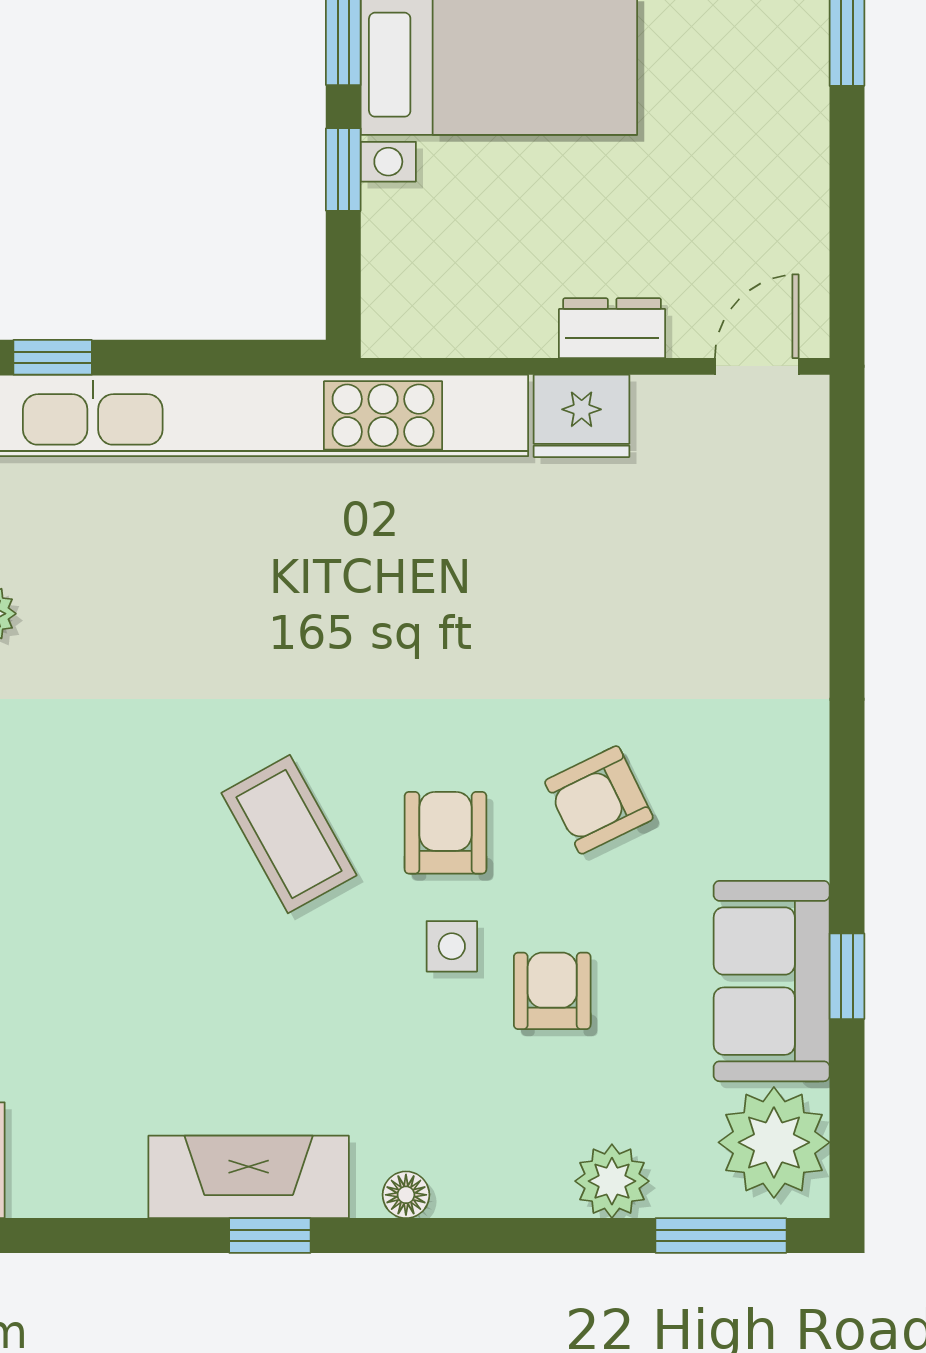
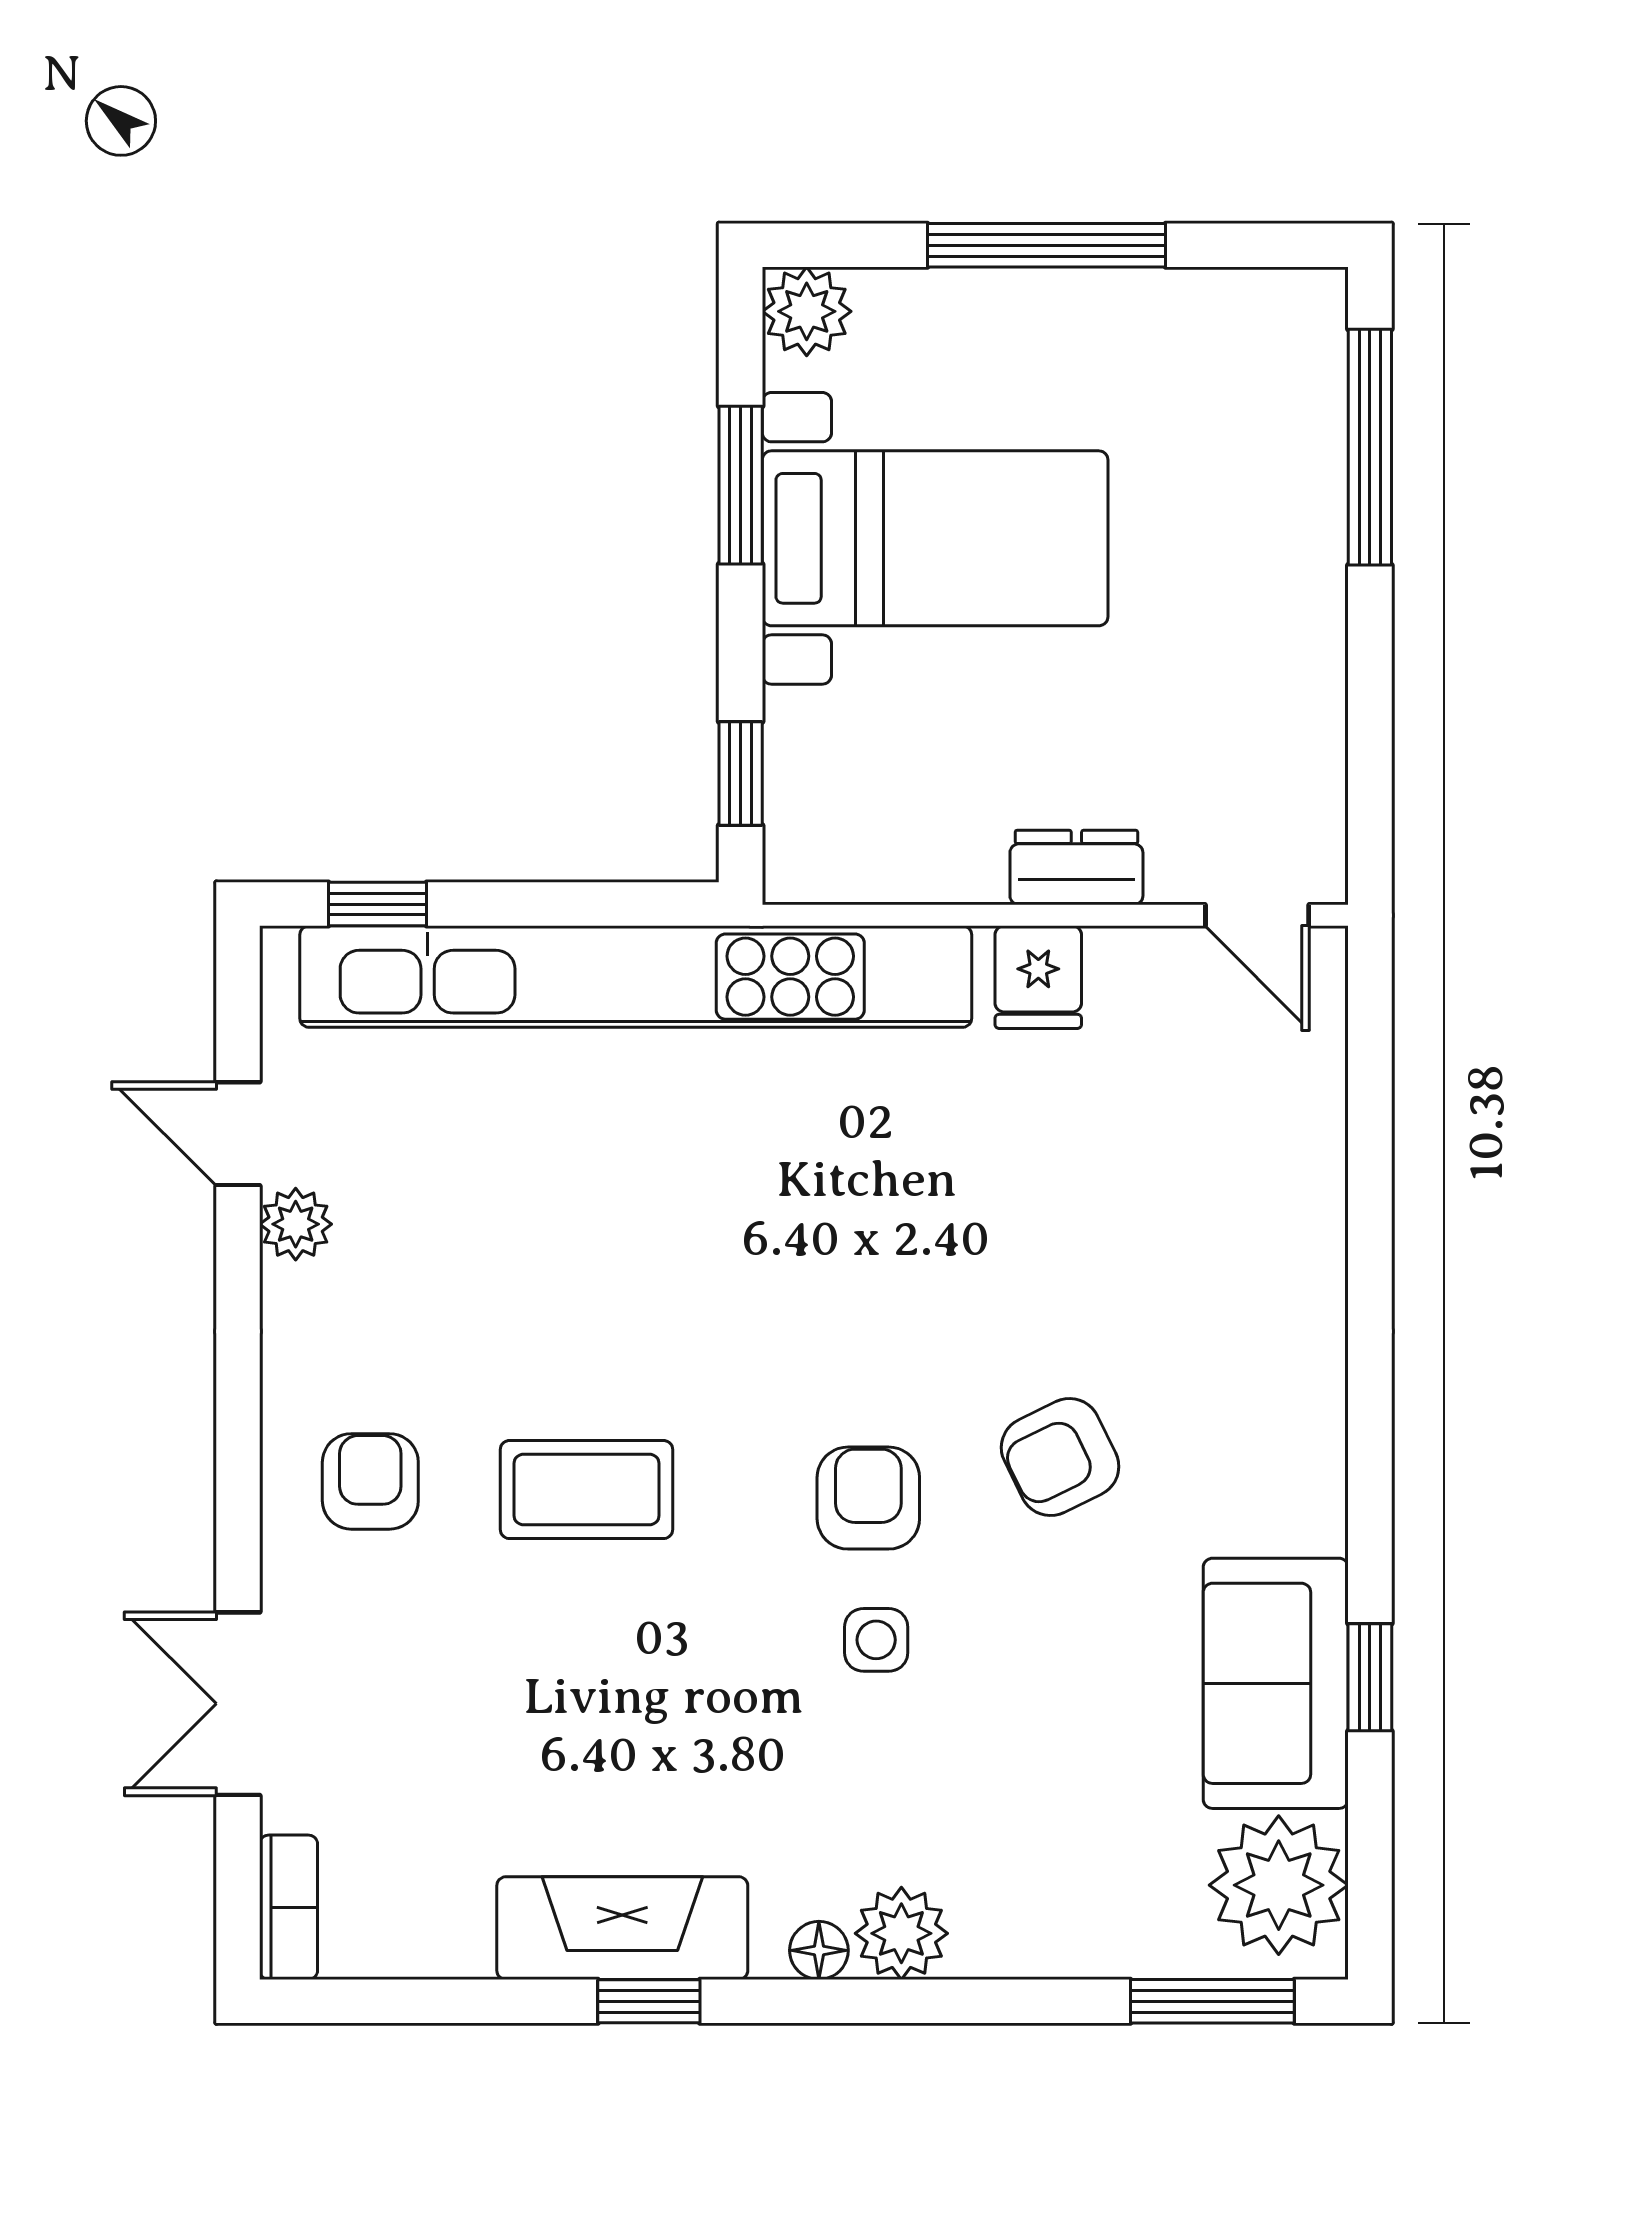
window: (343, 169) -> (741, 774), moved
door: (757, 366) -> (1257, 915), swing flipped
fridge: (582, 416) -> (1038, 977), width x0.72
coffee table: (289, 834) -> (586, 1490), moved, turned -61
armchair: (552, 991) -> (370, 1481), moved
plant: (612, 1181) -> (901, 1933), moved

